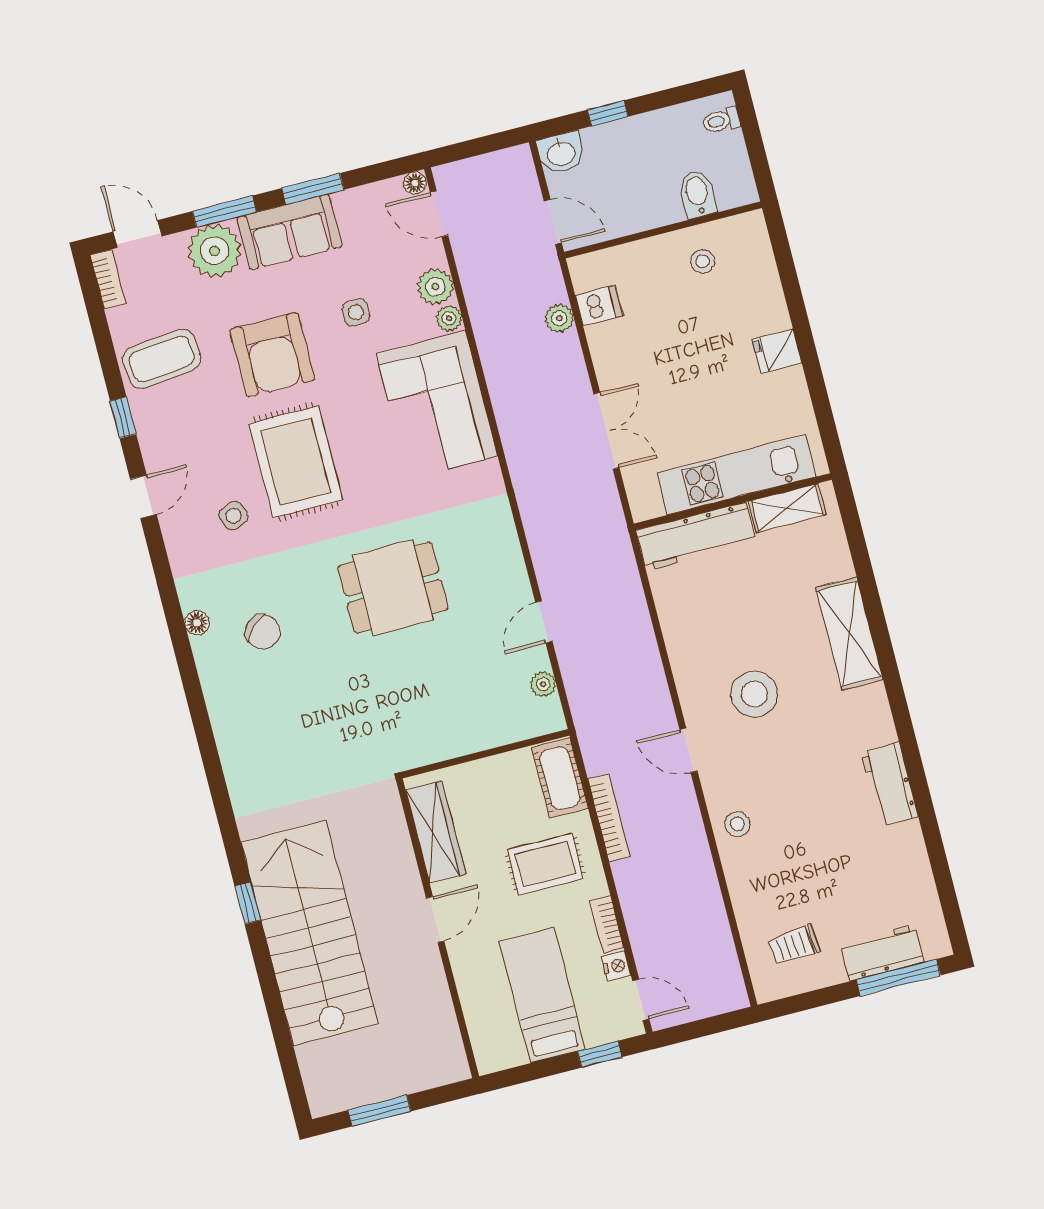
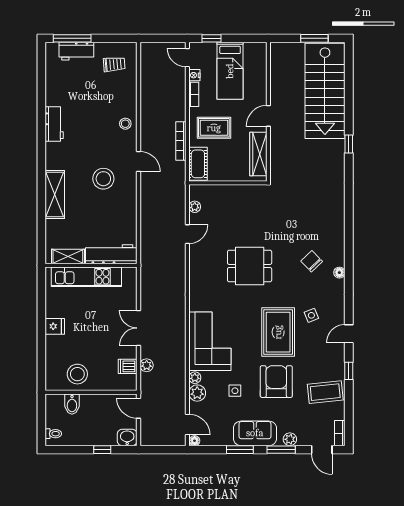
plant: (215, 251) -> (290, 439), width x0.53, depth x0.53
stool: (703, 261) -> (77, 374), width x1.89, depth x1.89
double door: (606, 431) -> (138, 328), moved
stairs: (310, 933) -> (325, 91), moved

